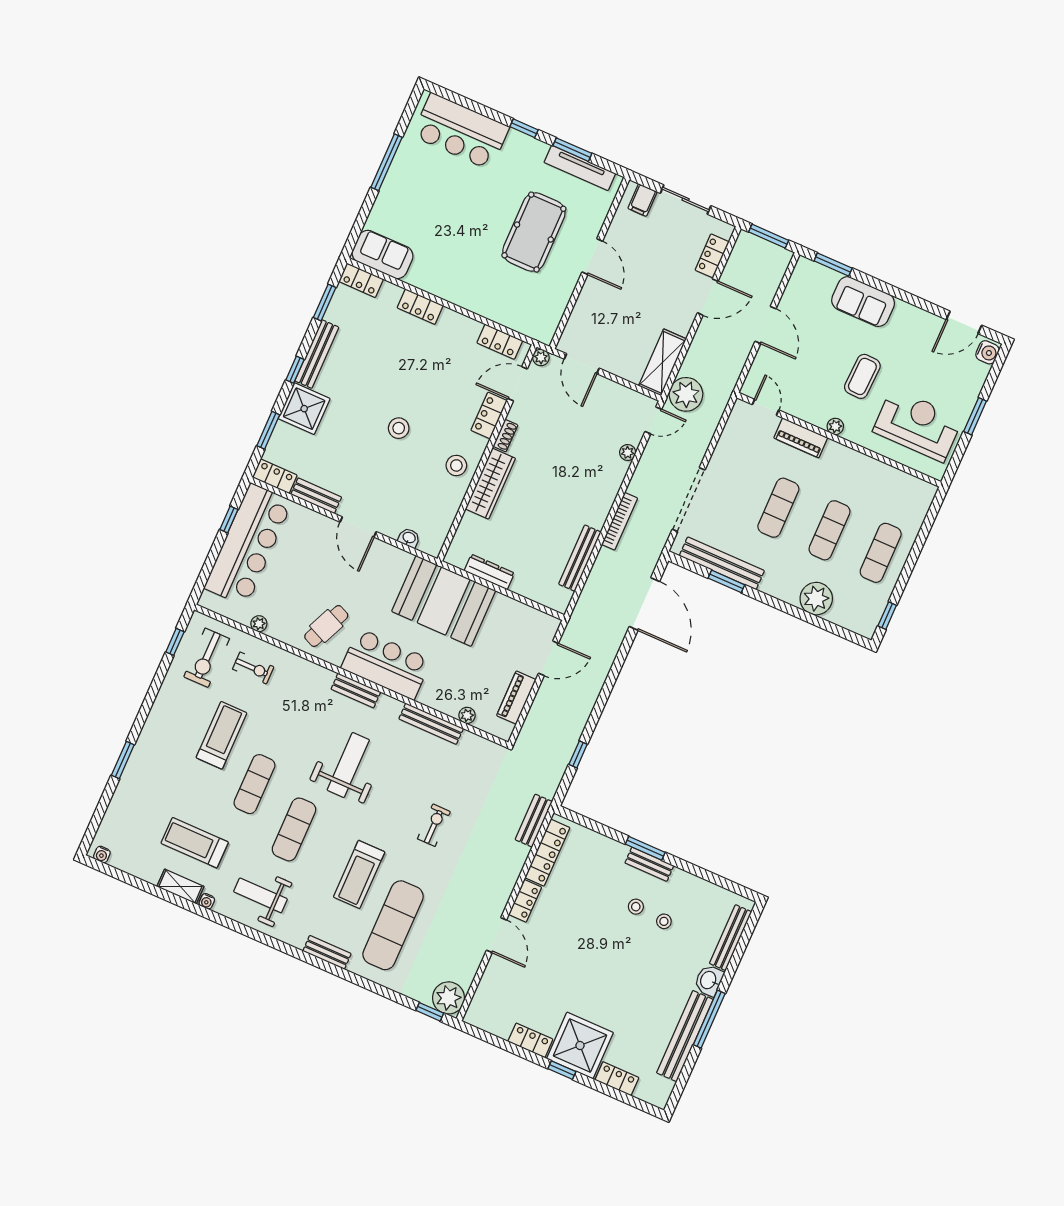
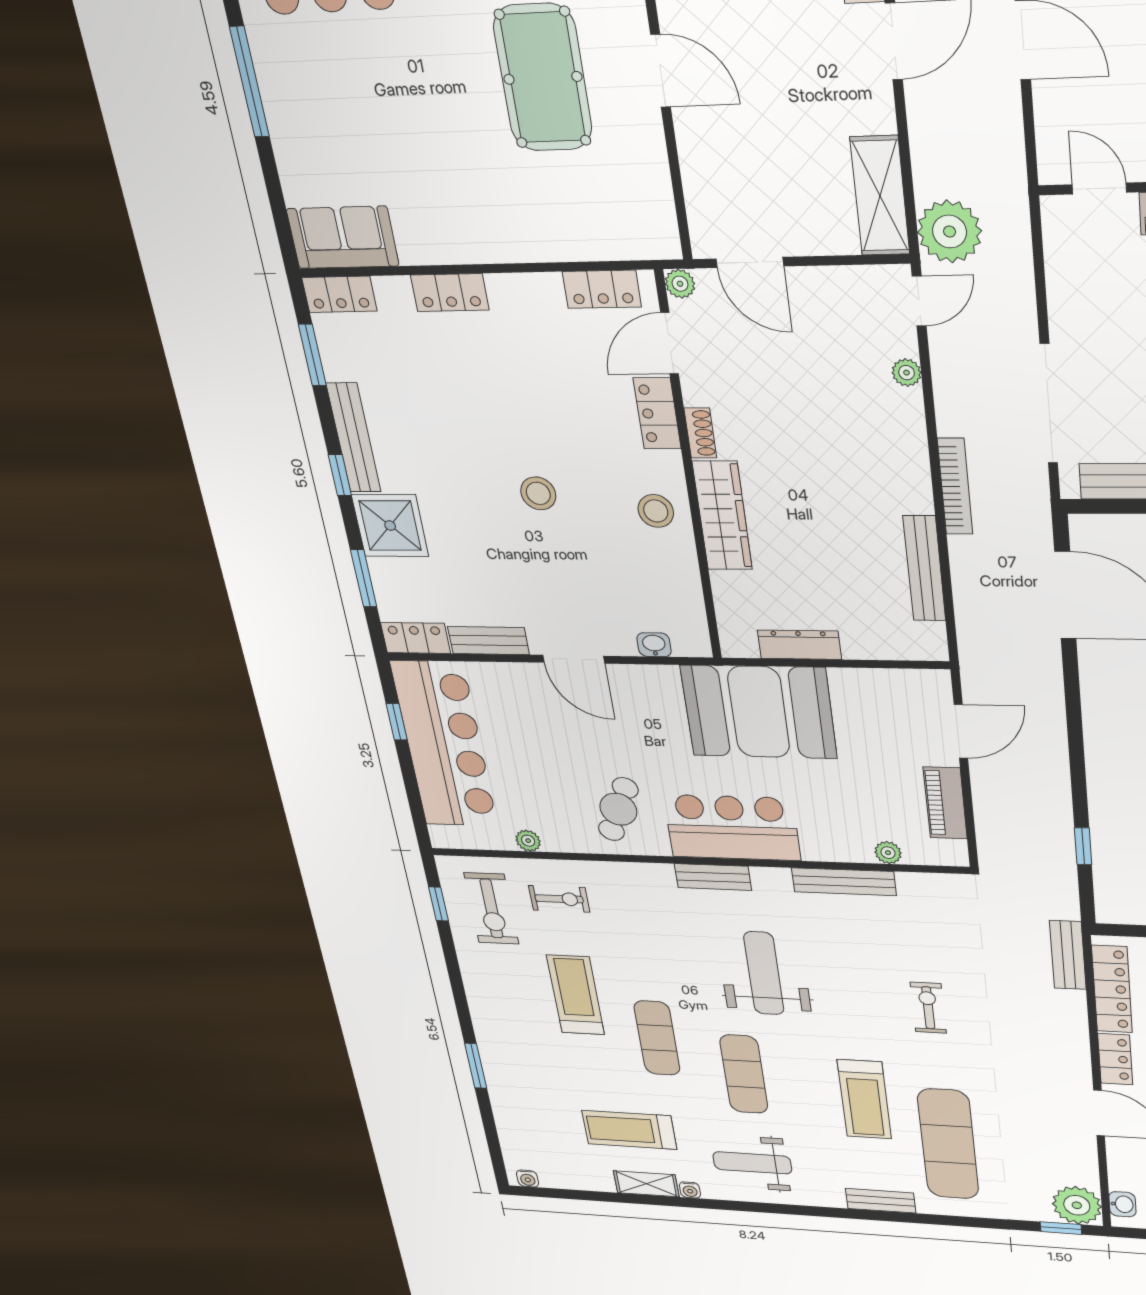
washbasin: (477, 1007) -> (1122, 1204), added

